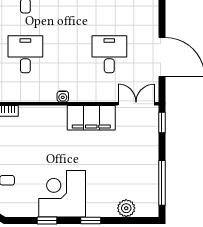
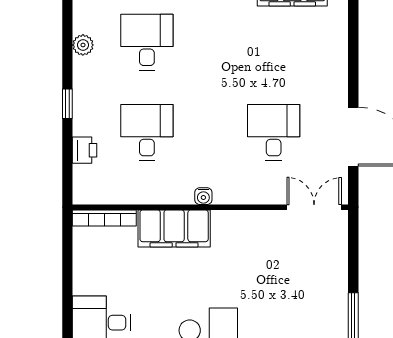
filing cabinet: (91, 118) -> (174, 228), moved
window: (162, 123) -> (353, 235), removed

